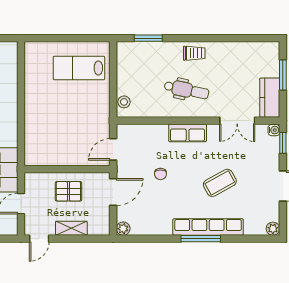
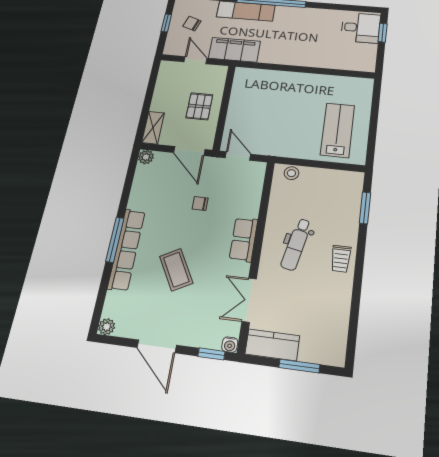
shelving: (71, 228) -> (153, 128), moved
door: (39, 239) -> (154, 74), removed

